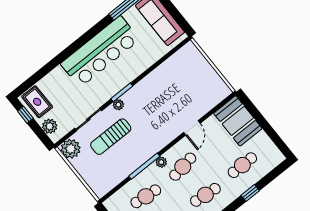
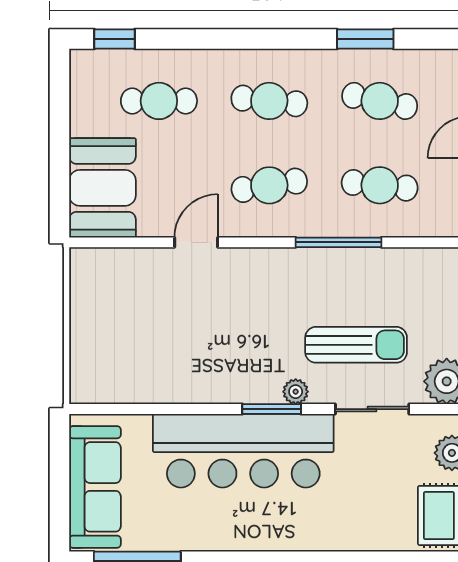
bar counter: (100, 52) -> (243, 451), moved, turned 180
plant: (161, 162) -> (302, 225), removed
window: (250, 193) -> (114, 39), moved

